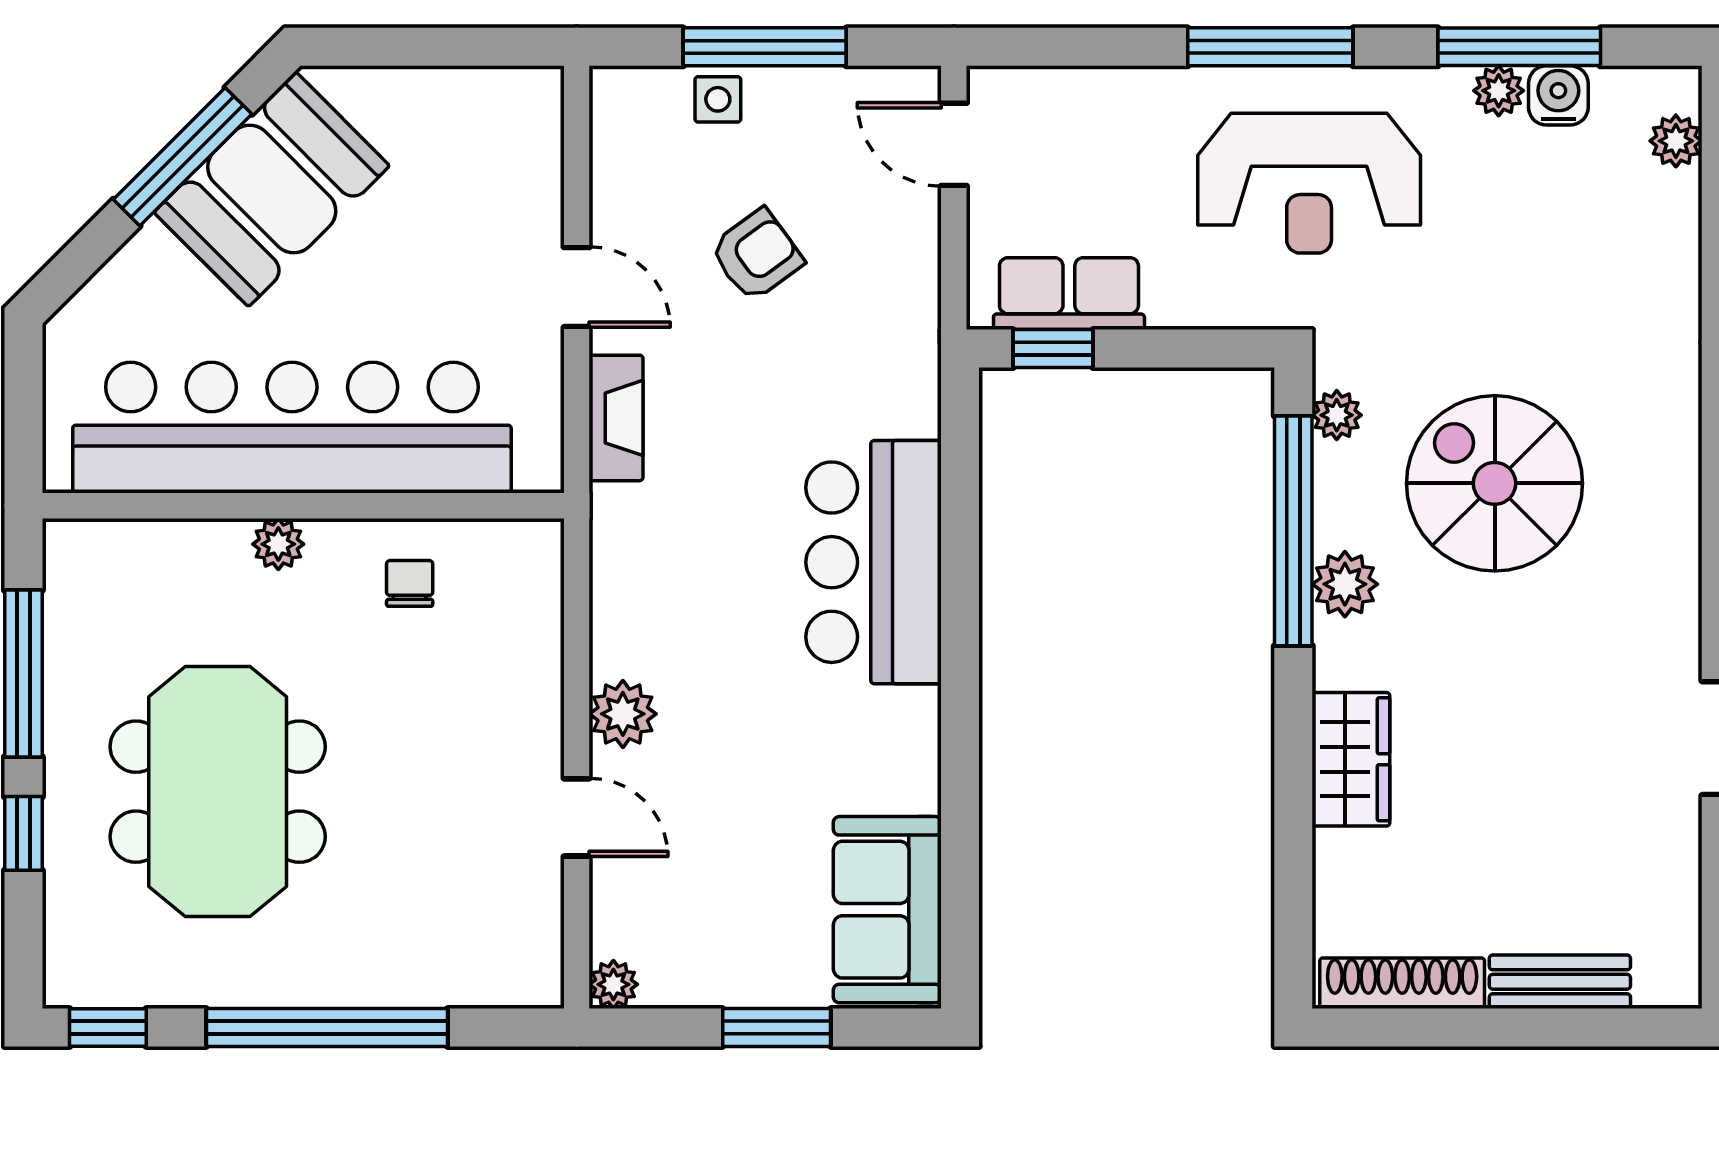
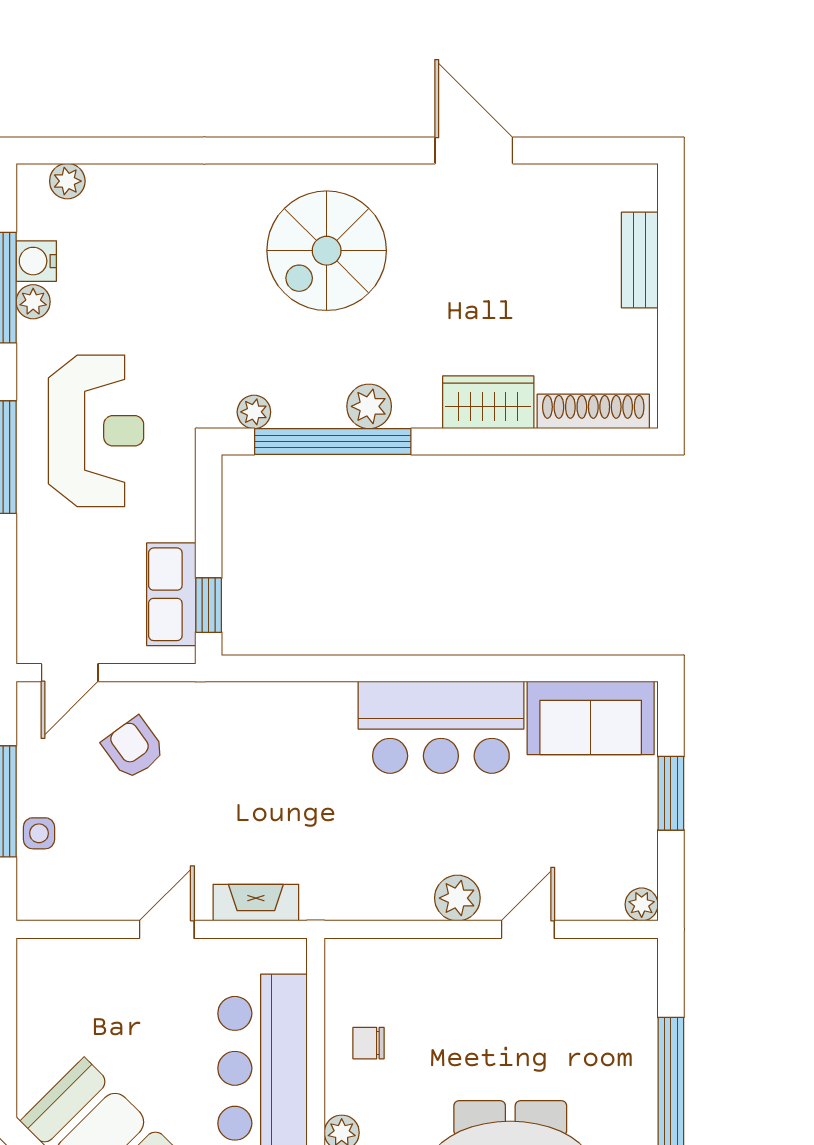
armchair: (757, 255) -> (134, 748), moved
spiral stairs: (1495, 483) -> (327, 251), moved
bar counter: (874, 562) -> (441, 727), moved
shoe rack: (1402, 983) -> (593, 411), moved, turned 90

